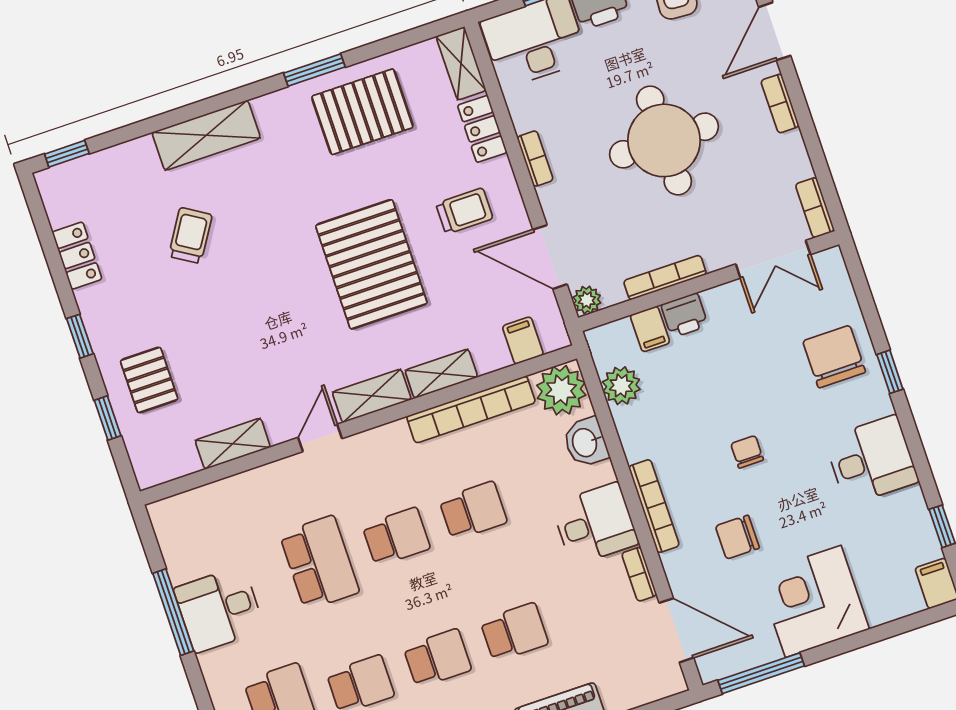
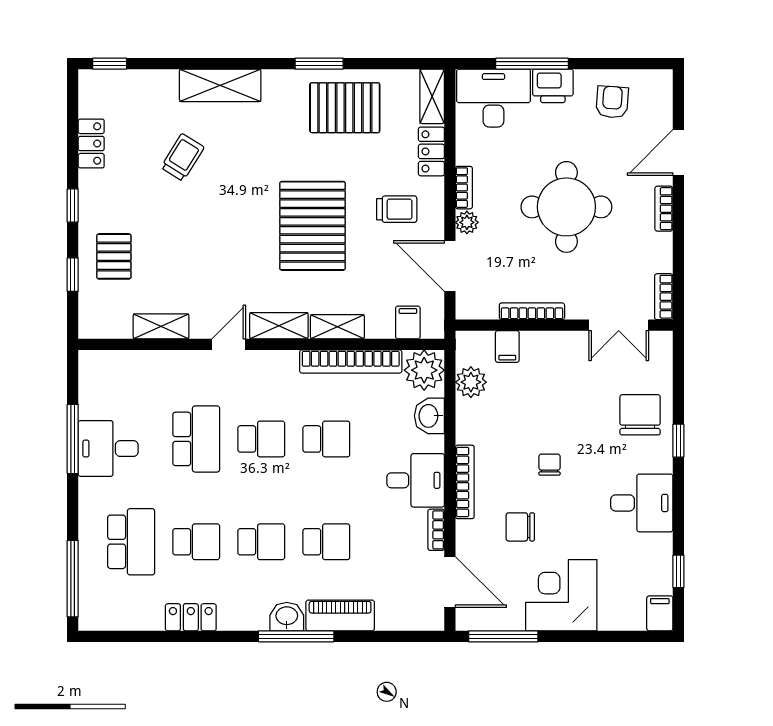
plant: (587, 300) -> (467, 222), moved
printer: (685, 315) -> (537, 345), removed

